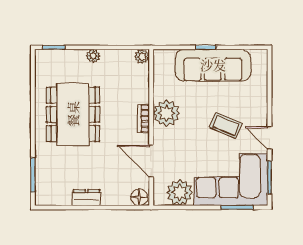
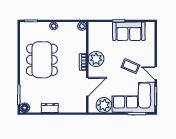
sofa: (213, 65) -> (129, 31), width x0.73
door: (151, 161) -> (87, 87), swing flipped
floor lamp: (139, 197) -> (25, 108), moved

